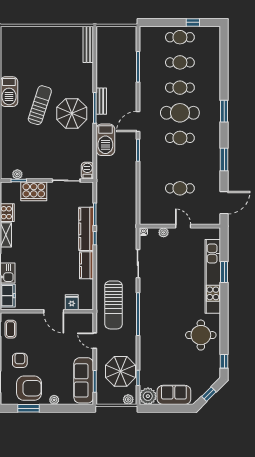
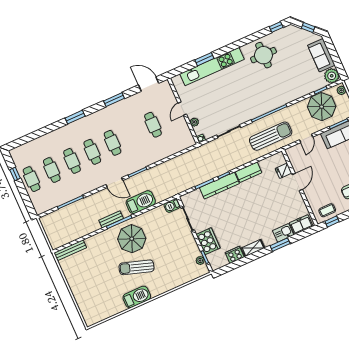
cafe table: (180, 113) -> (92, 152), width x0.73, depth x0.74

